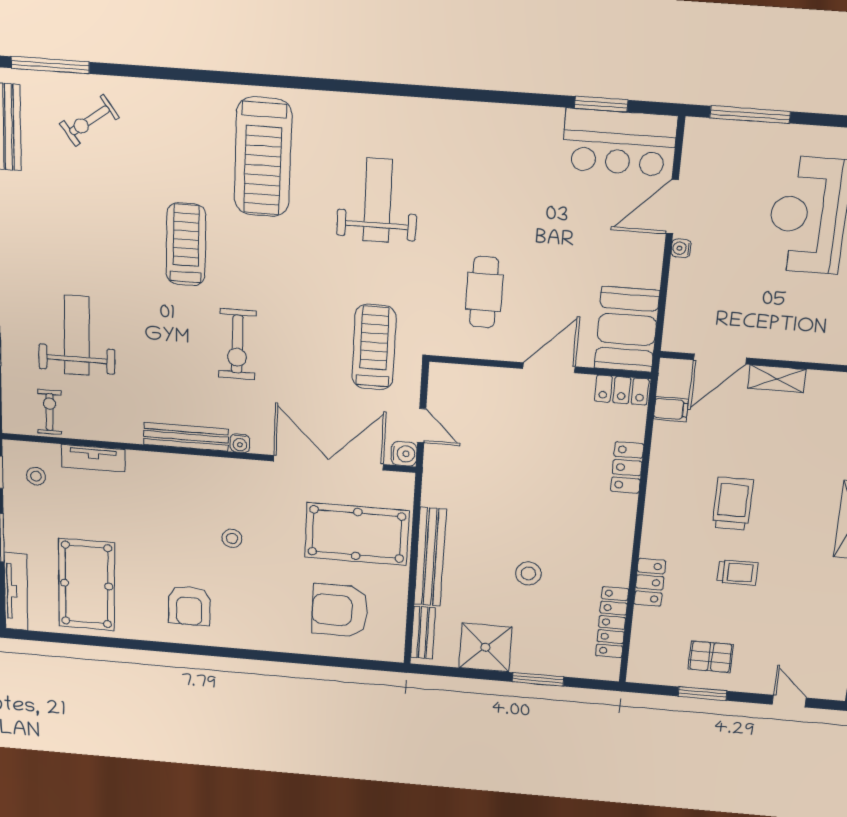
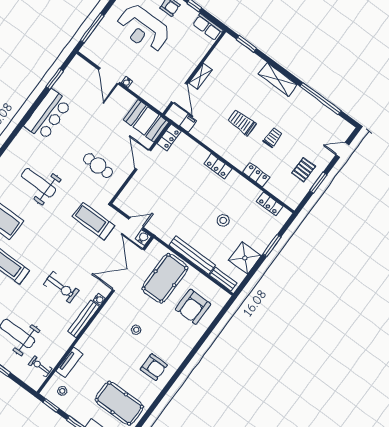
bar counter: (619, 142) -> (48, 115), moved
exercise bike: (237, 344) -> (61, 287), moved
locker: (627, 468) -> (218, 166), moved
locker: (612, 622) -> (270, 204), width x0.66

